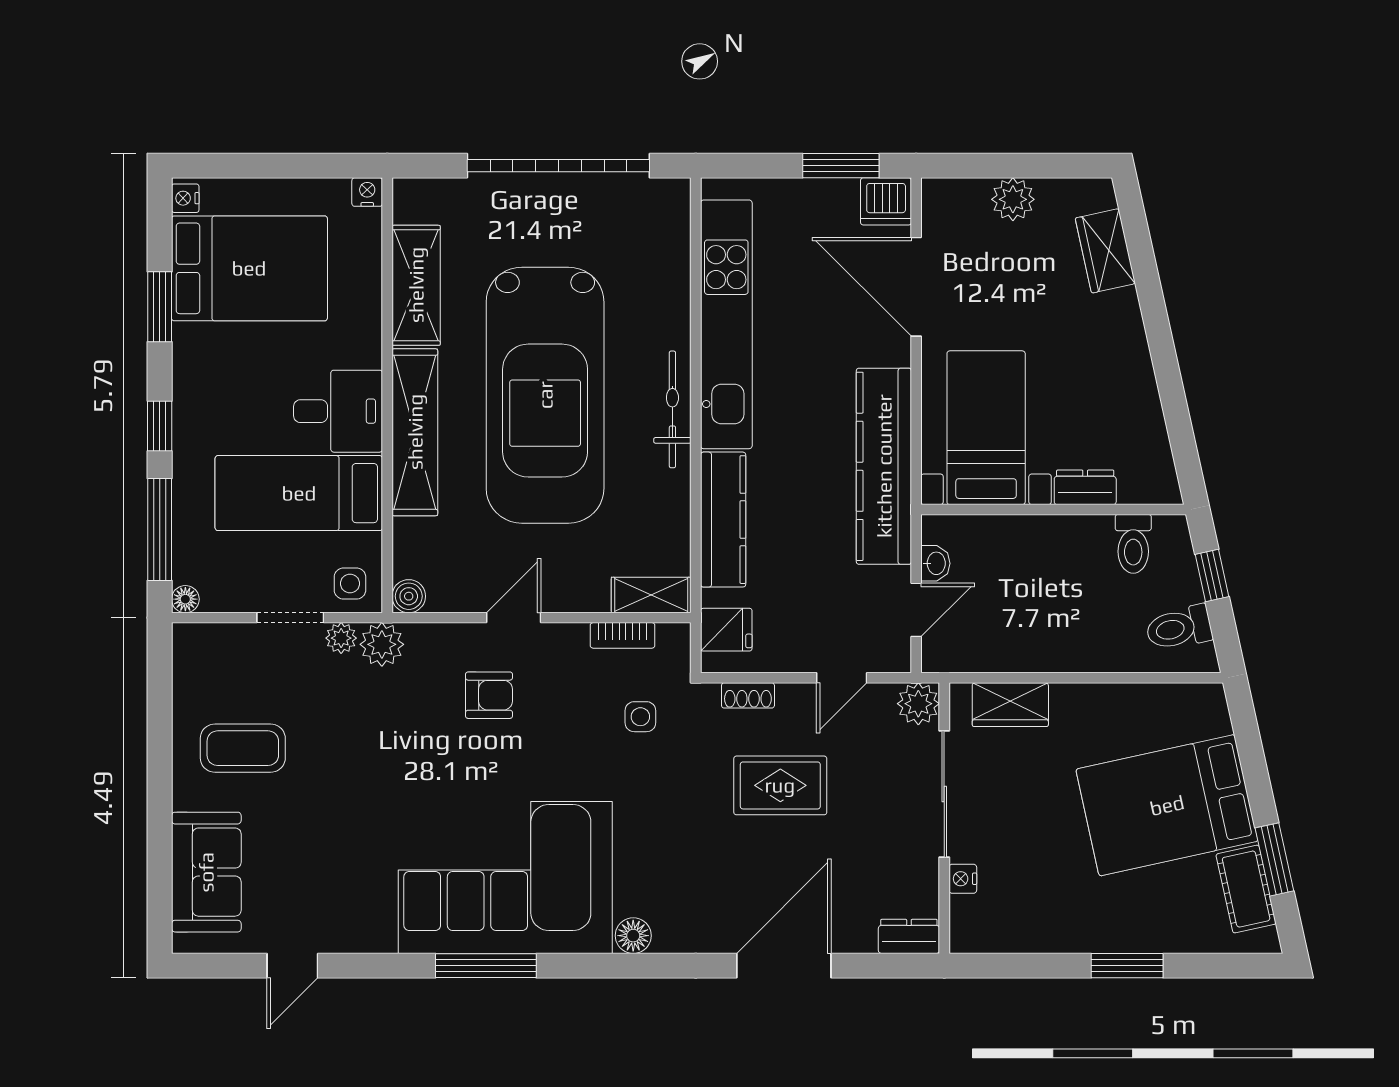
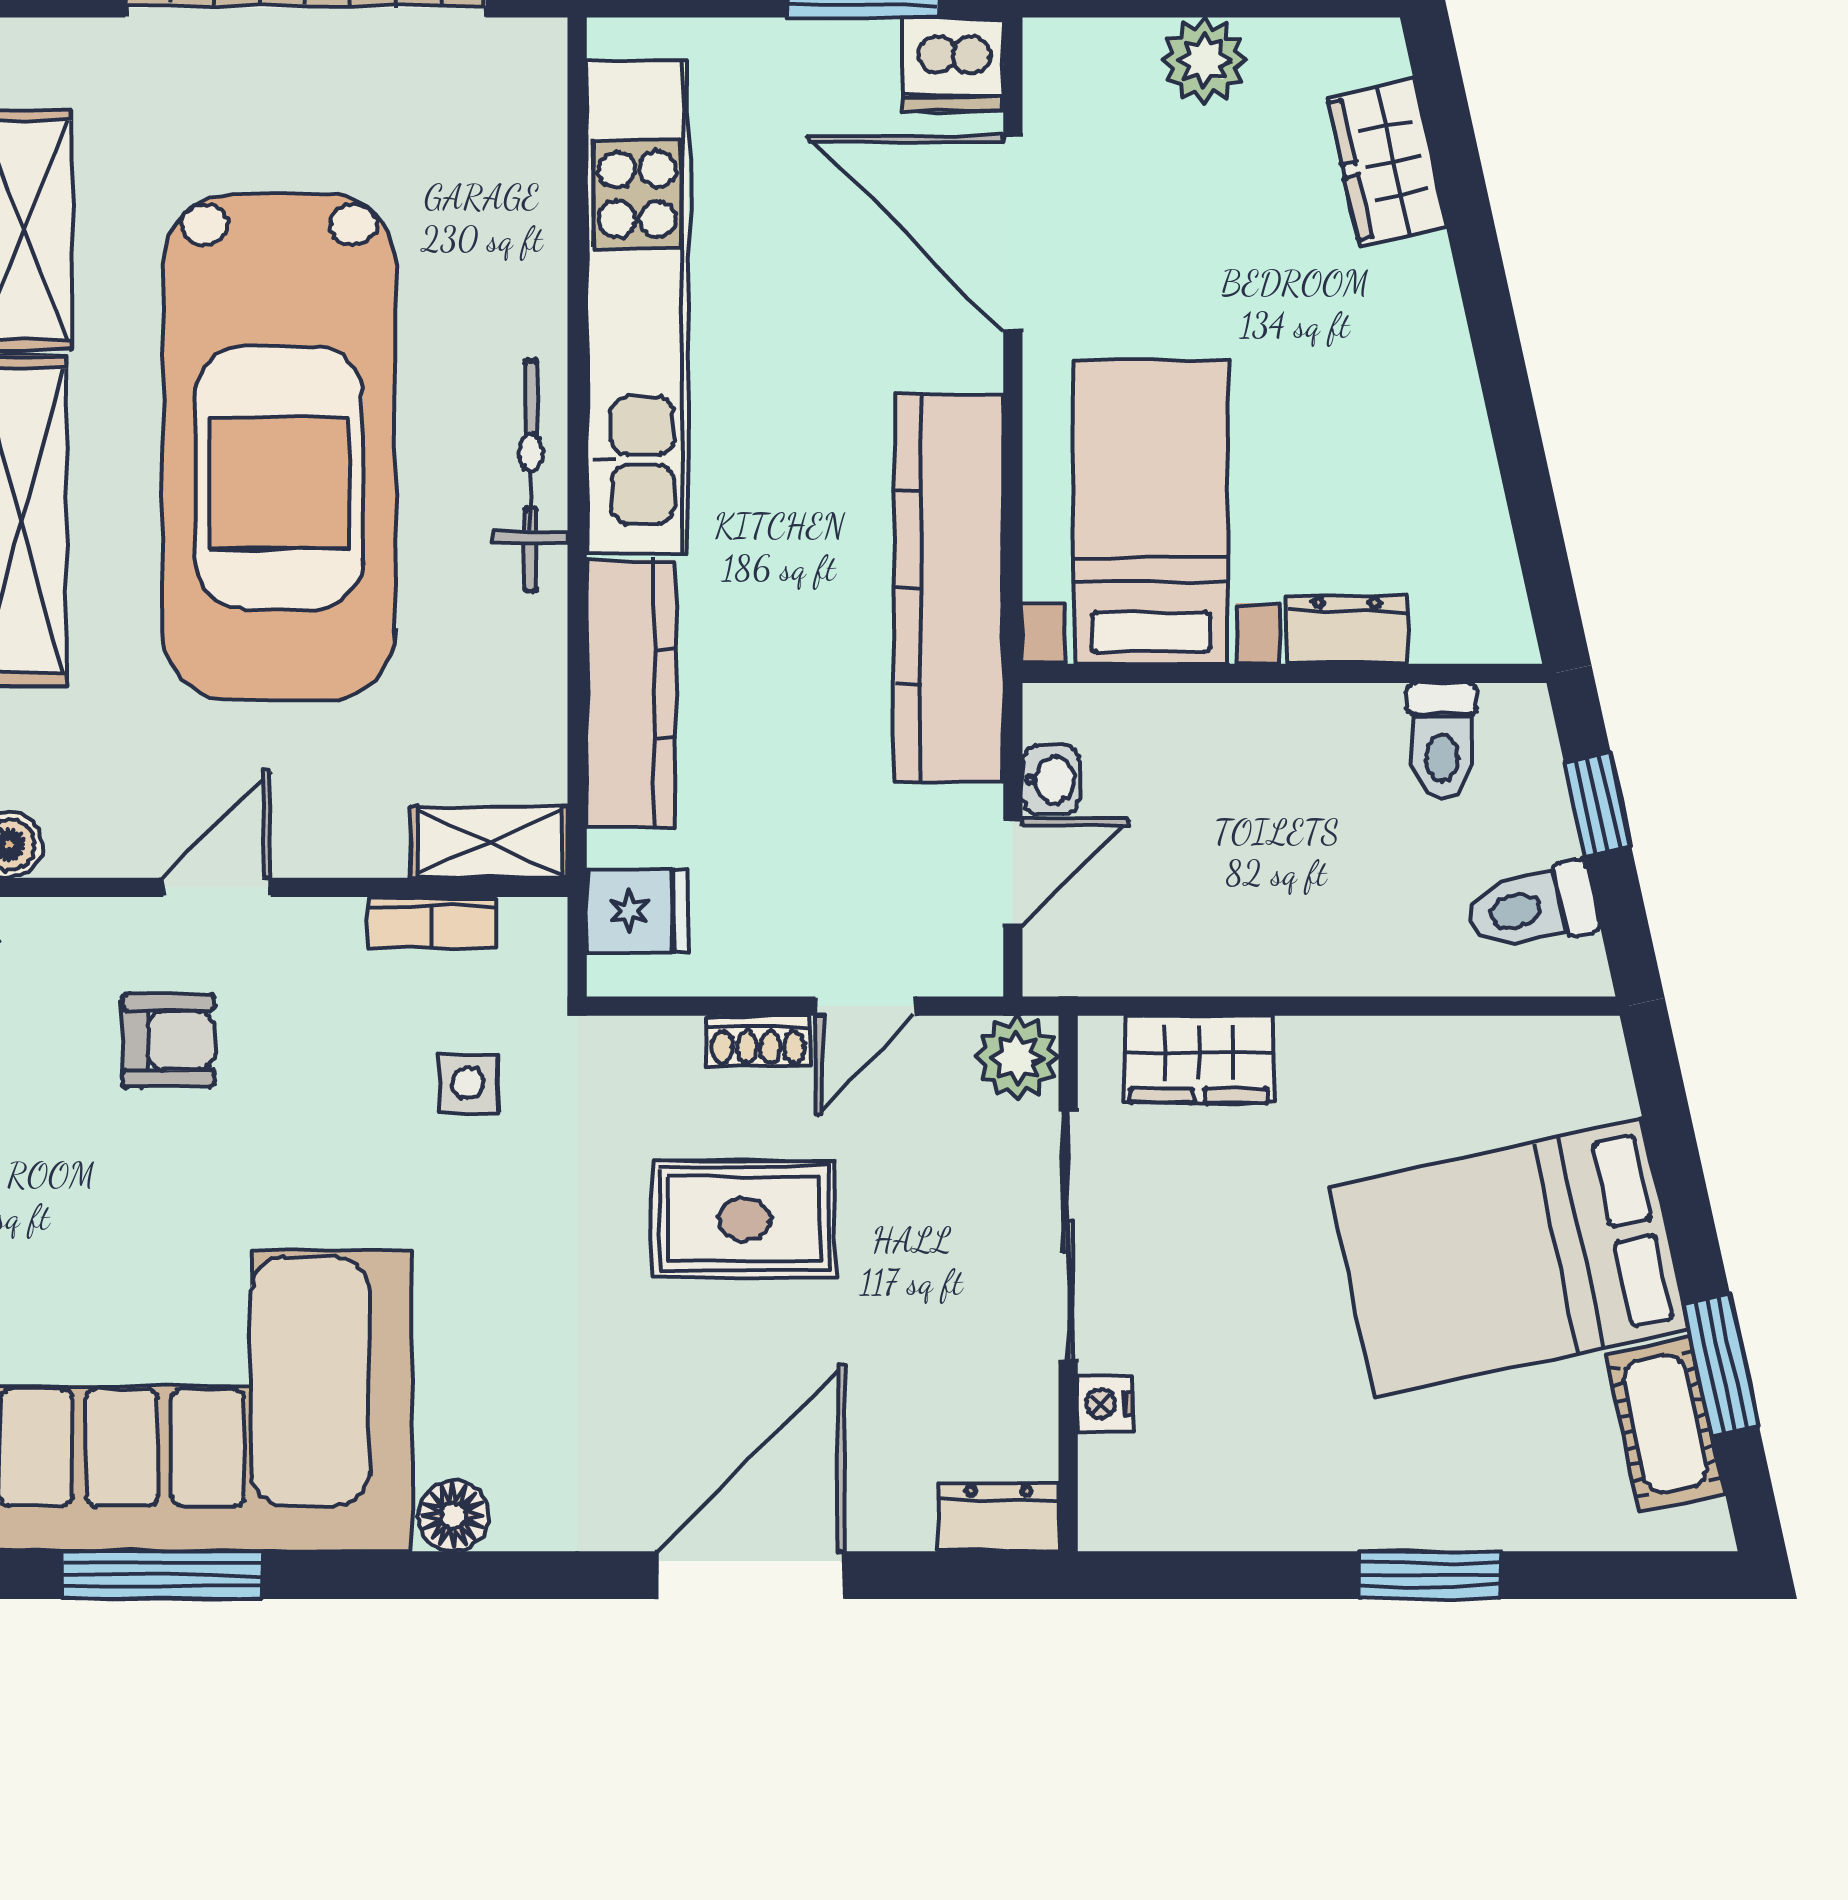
shoe rack: (748, 695) -> (759, 1041), moved

